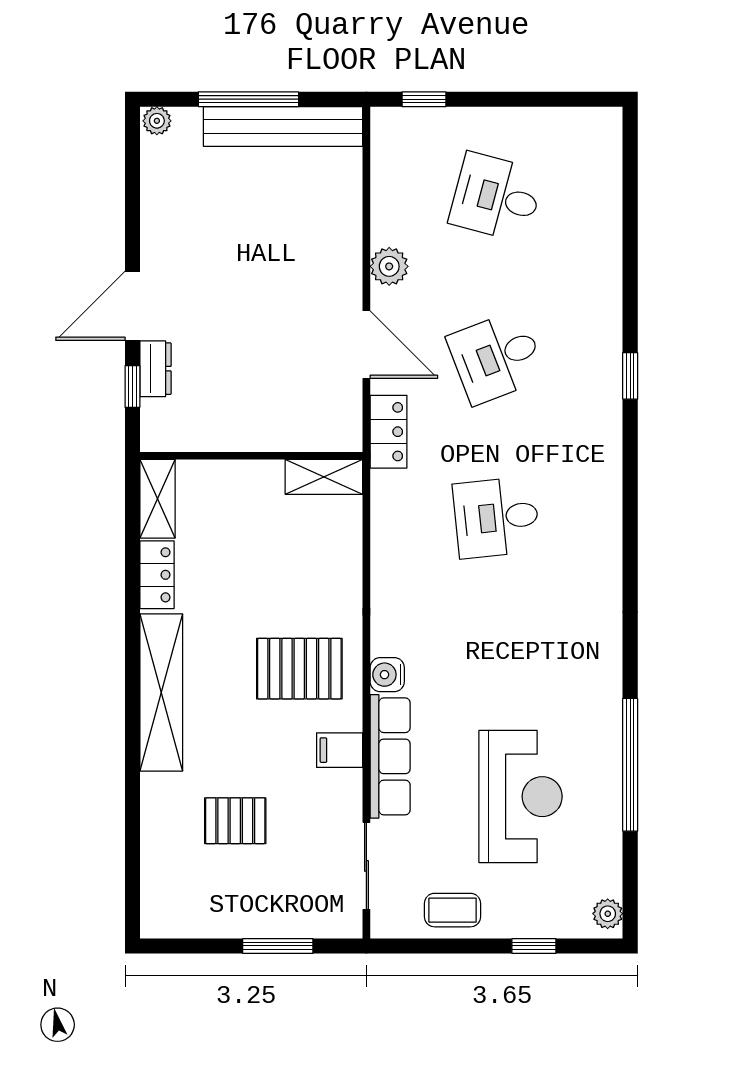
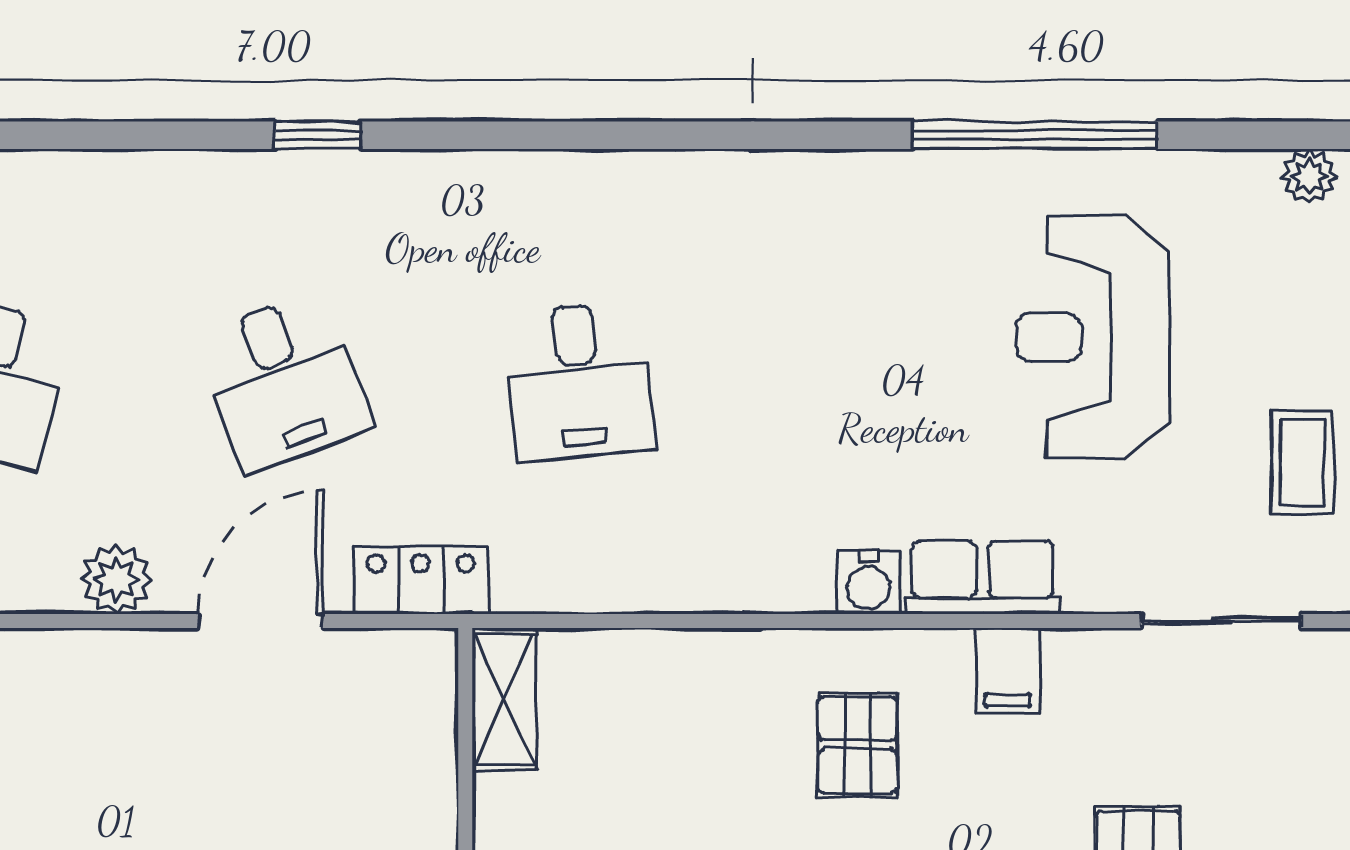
pallet: (299, 669) -> (857, 745), width x0.67, depth x0.71
row of seats: (390, 756) -> (982, 577), width x0.68
reception desk: (521, 797) -> (1093, 337), turned -90

